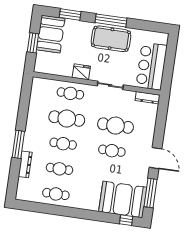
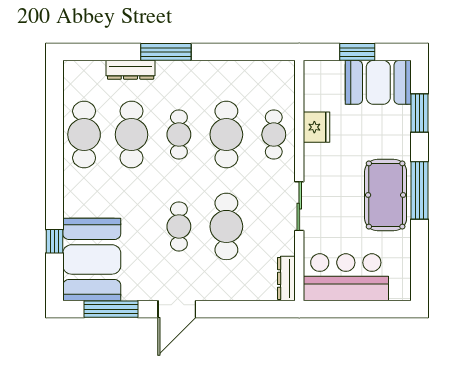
fridge: (81, 72) -> (317, 127), moved
cafe table: (60, 169) -> (131, 135), width x1.37, depth x1.35
cafe table: (56, 194) -> (84, 135), width x1.37, depth x1.35
window: (126, 220) -> (54, 241), moved

